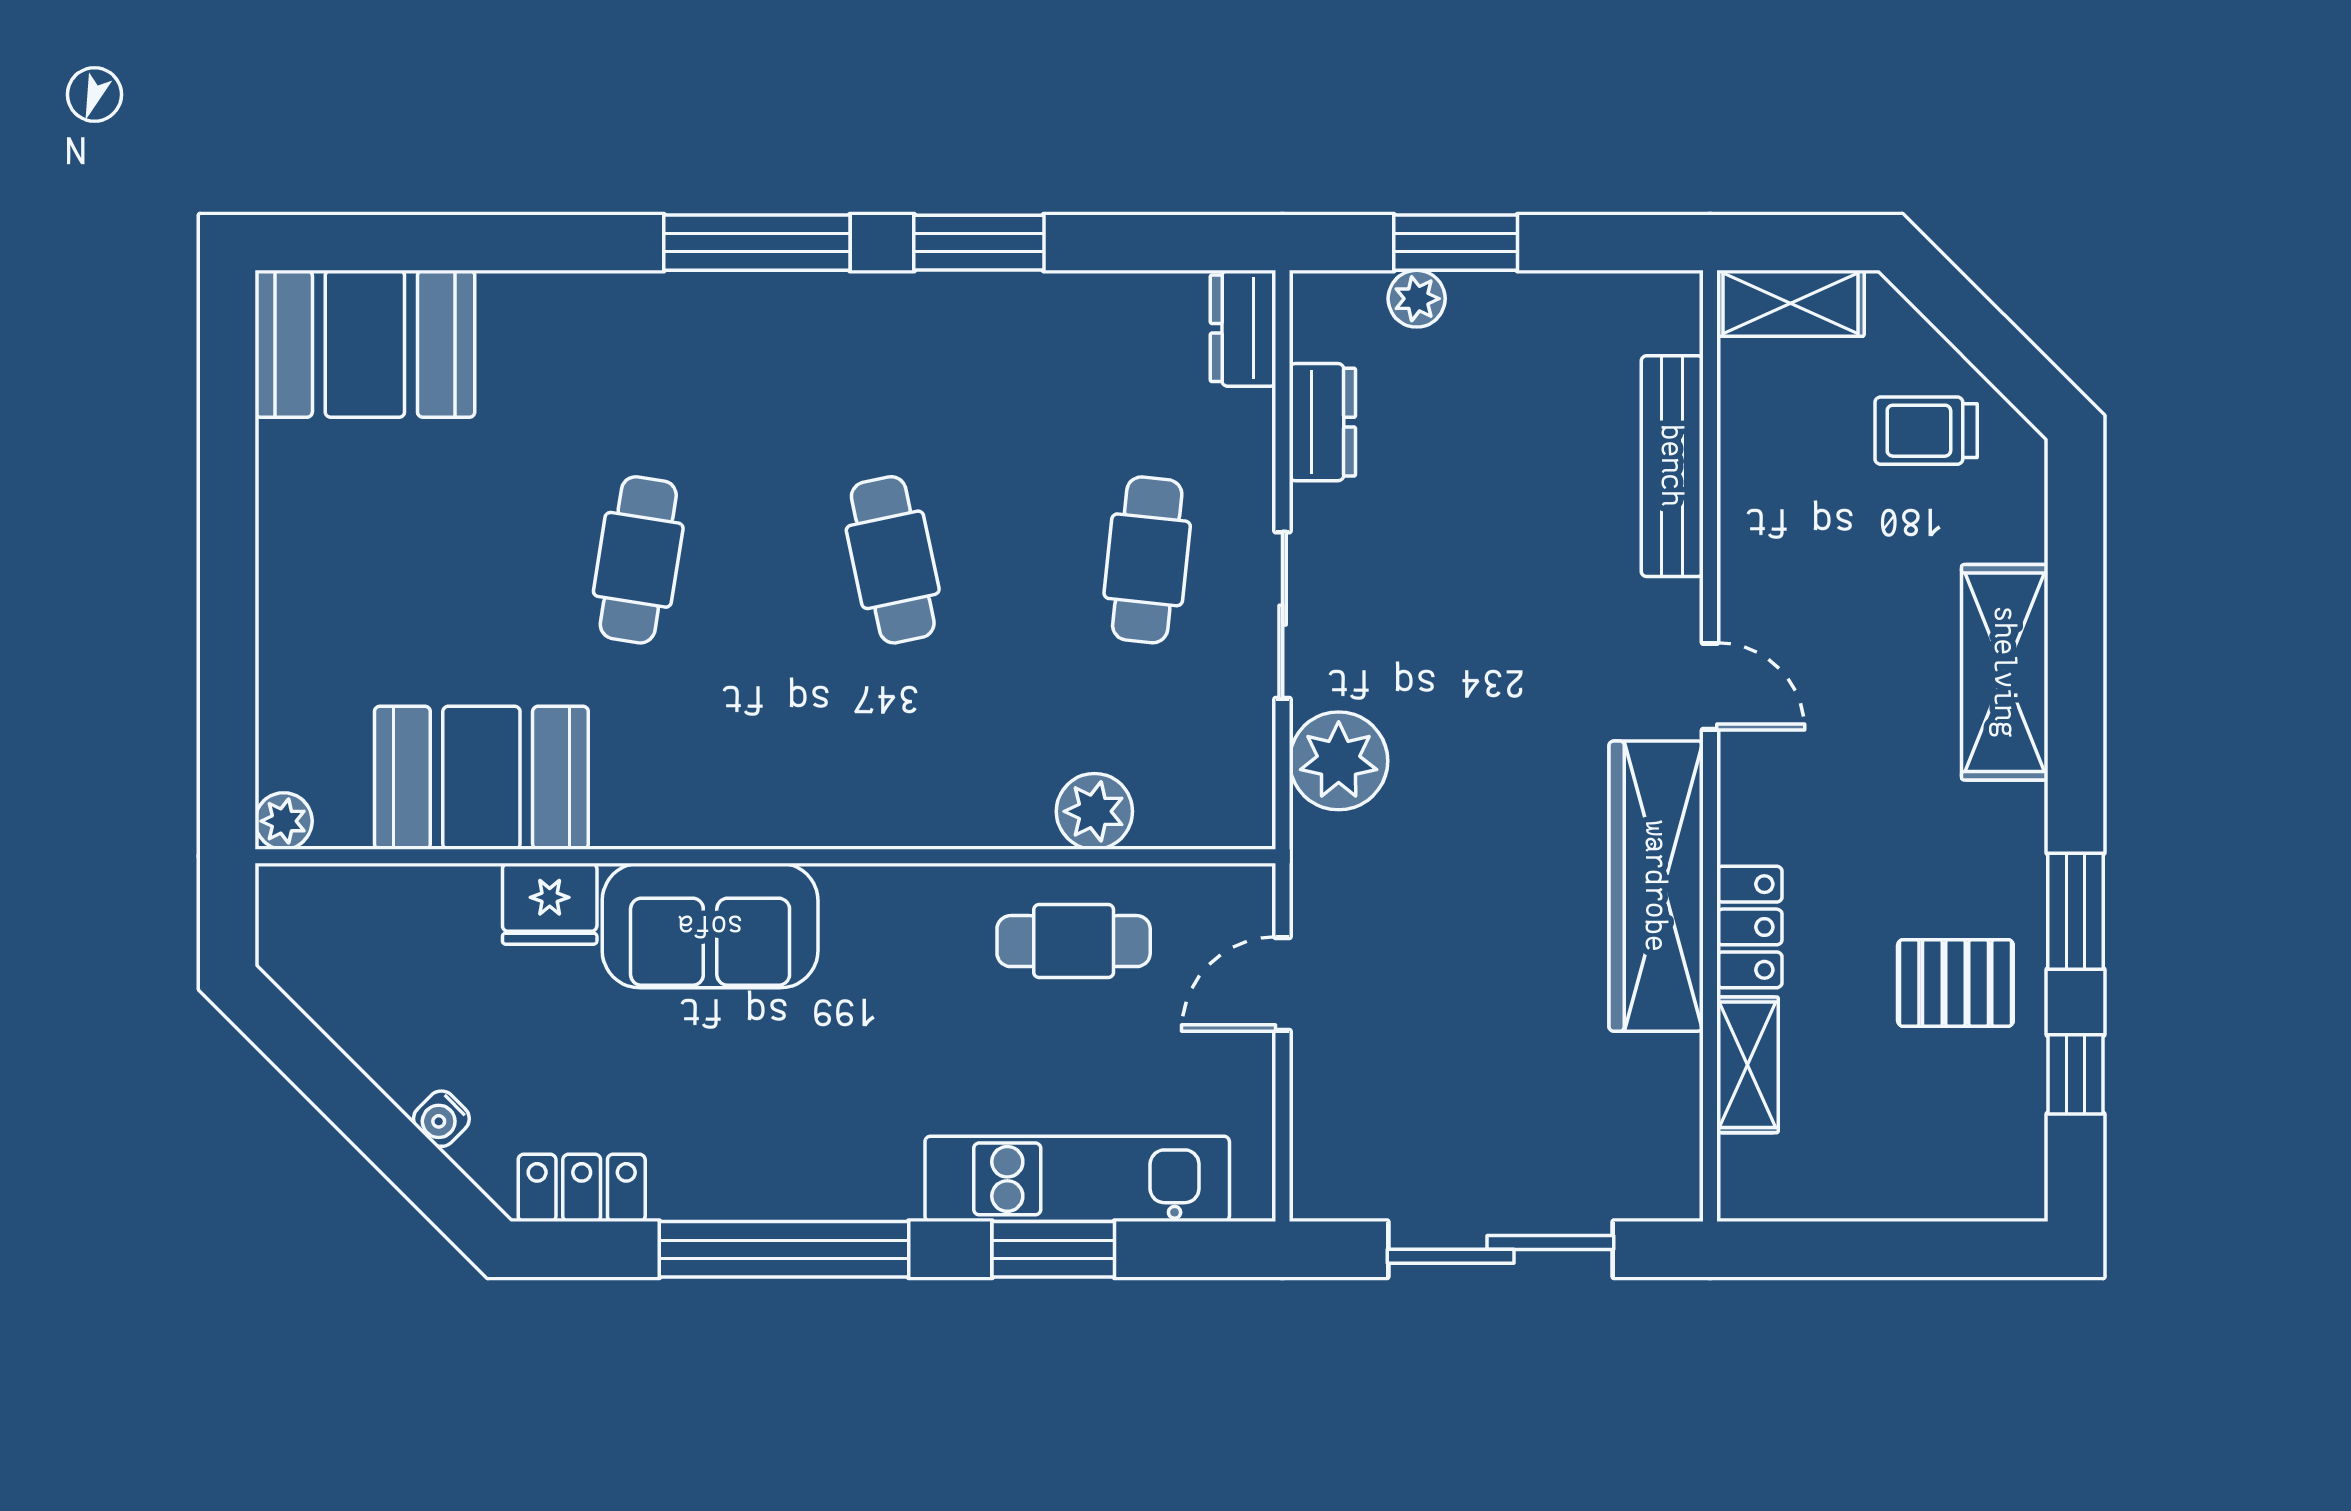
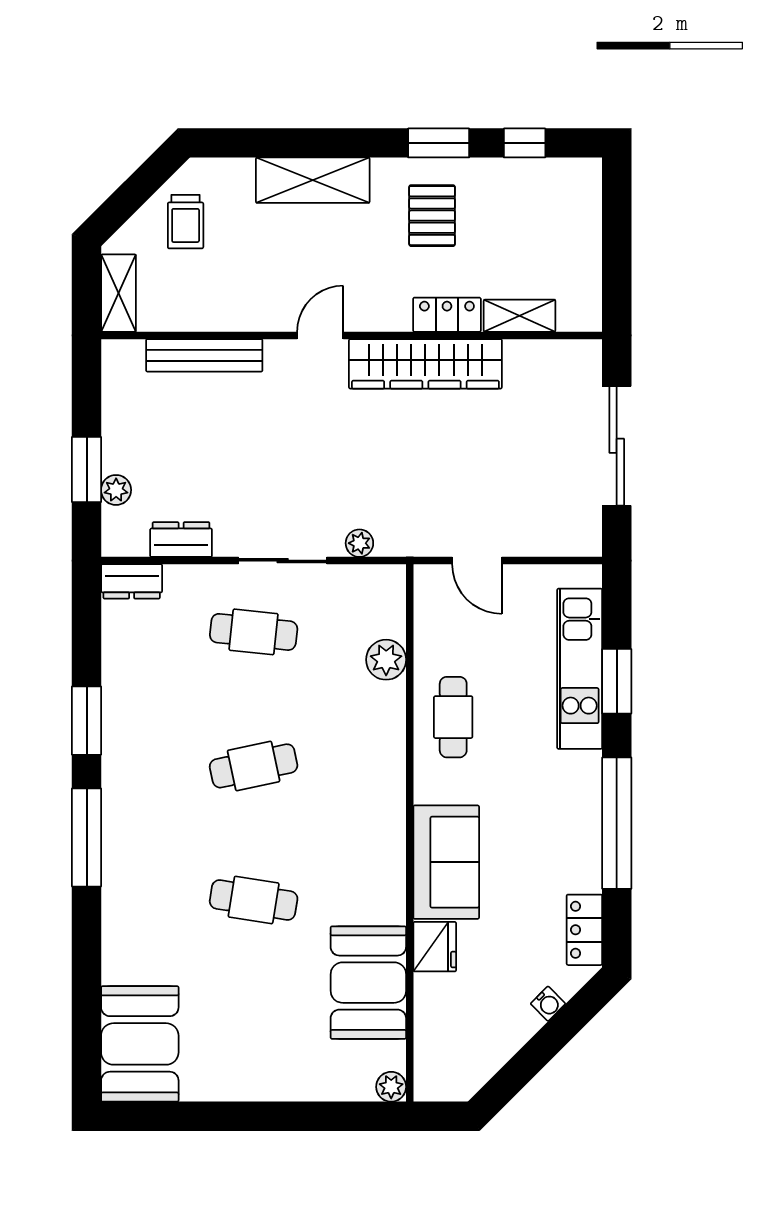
plant: (1339, 761) -> (359, 543), width x0.53, depth x0.53
cafe table: (1074, 941) -> (453, 717), moved
pallet: (1955, 983) -> (432, 216), moved

